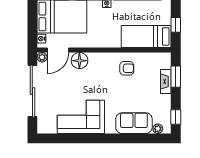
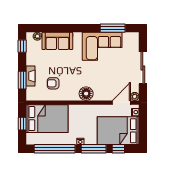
bed: (146, 36) -> (47, 119), width x1.50
floor lamp: (79, 61) -> (86, 94), moved
armchair: (127, 68) -> (53, 83), moved
sliding door: (32, 91) -> (143, 68), width x0.73
window: (68, 138) -> (113, 28), added

